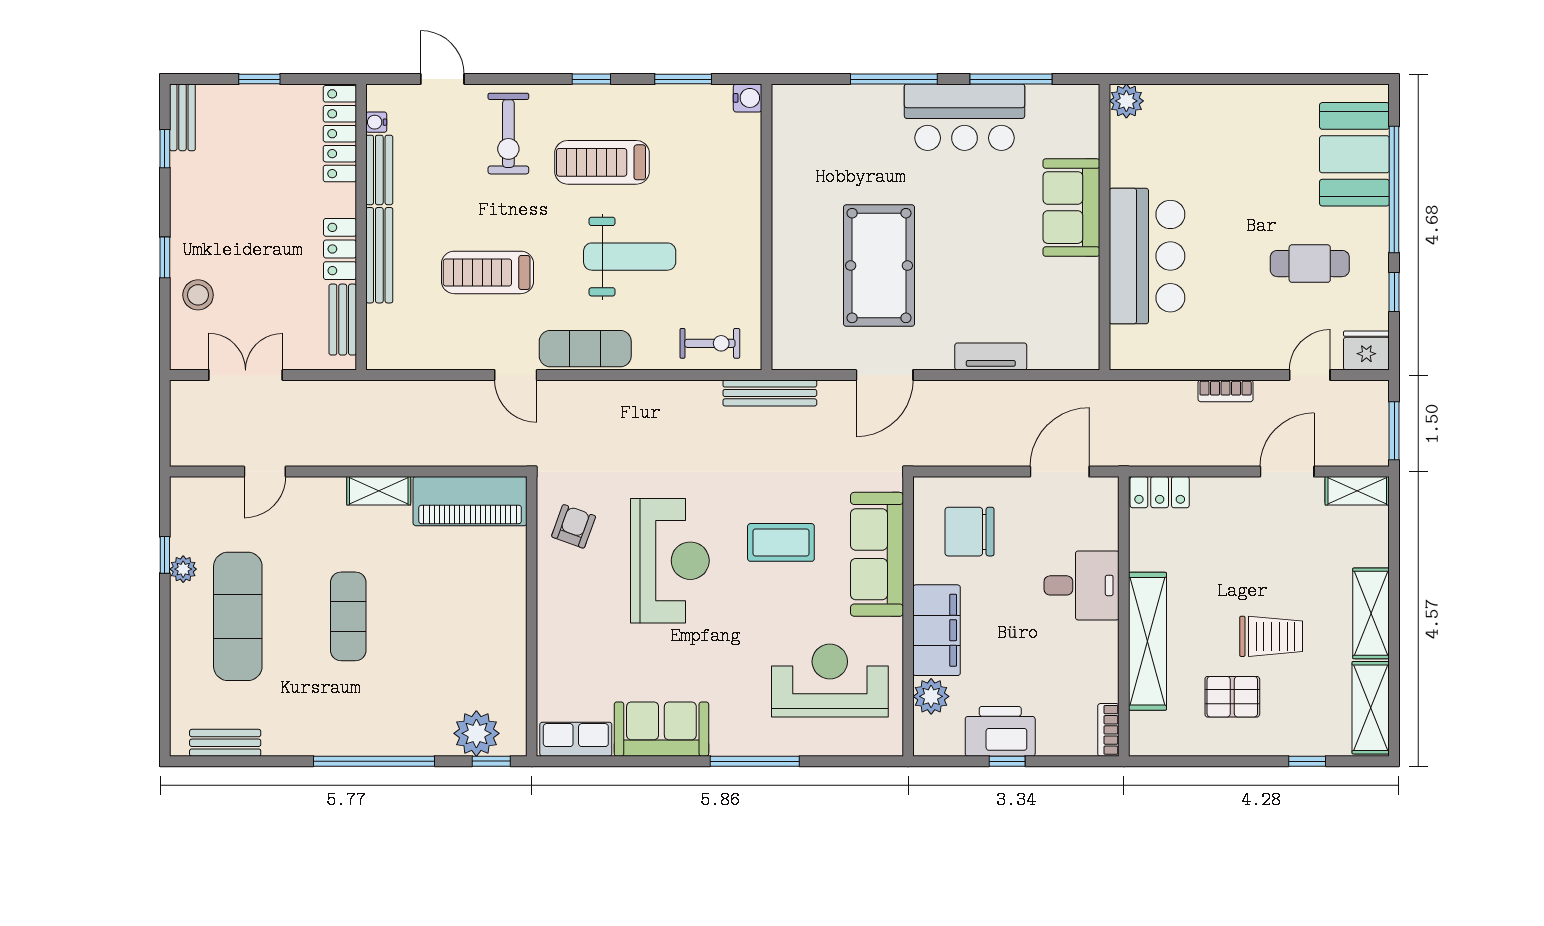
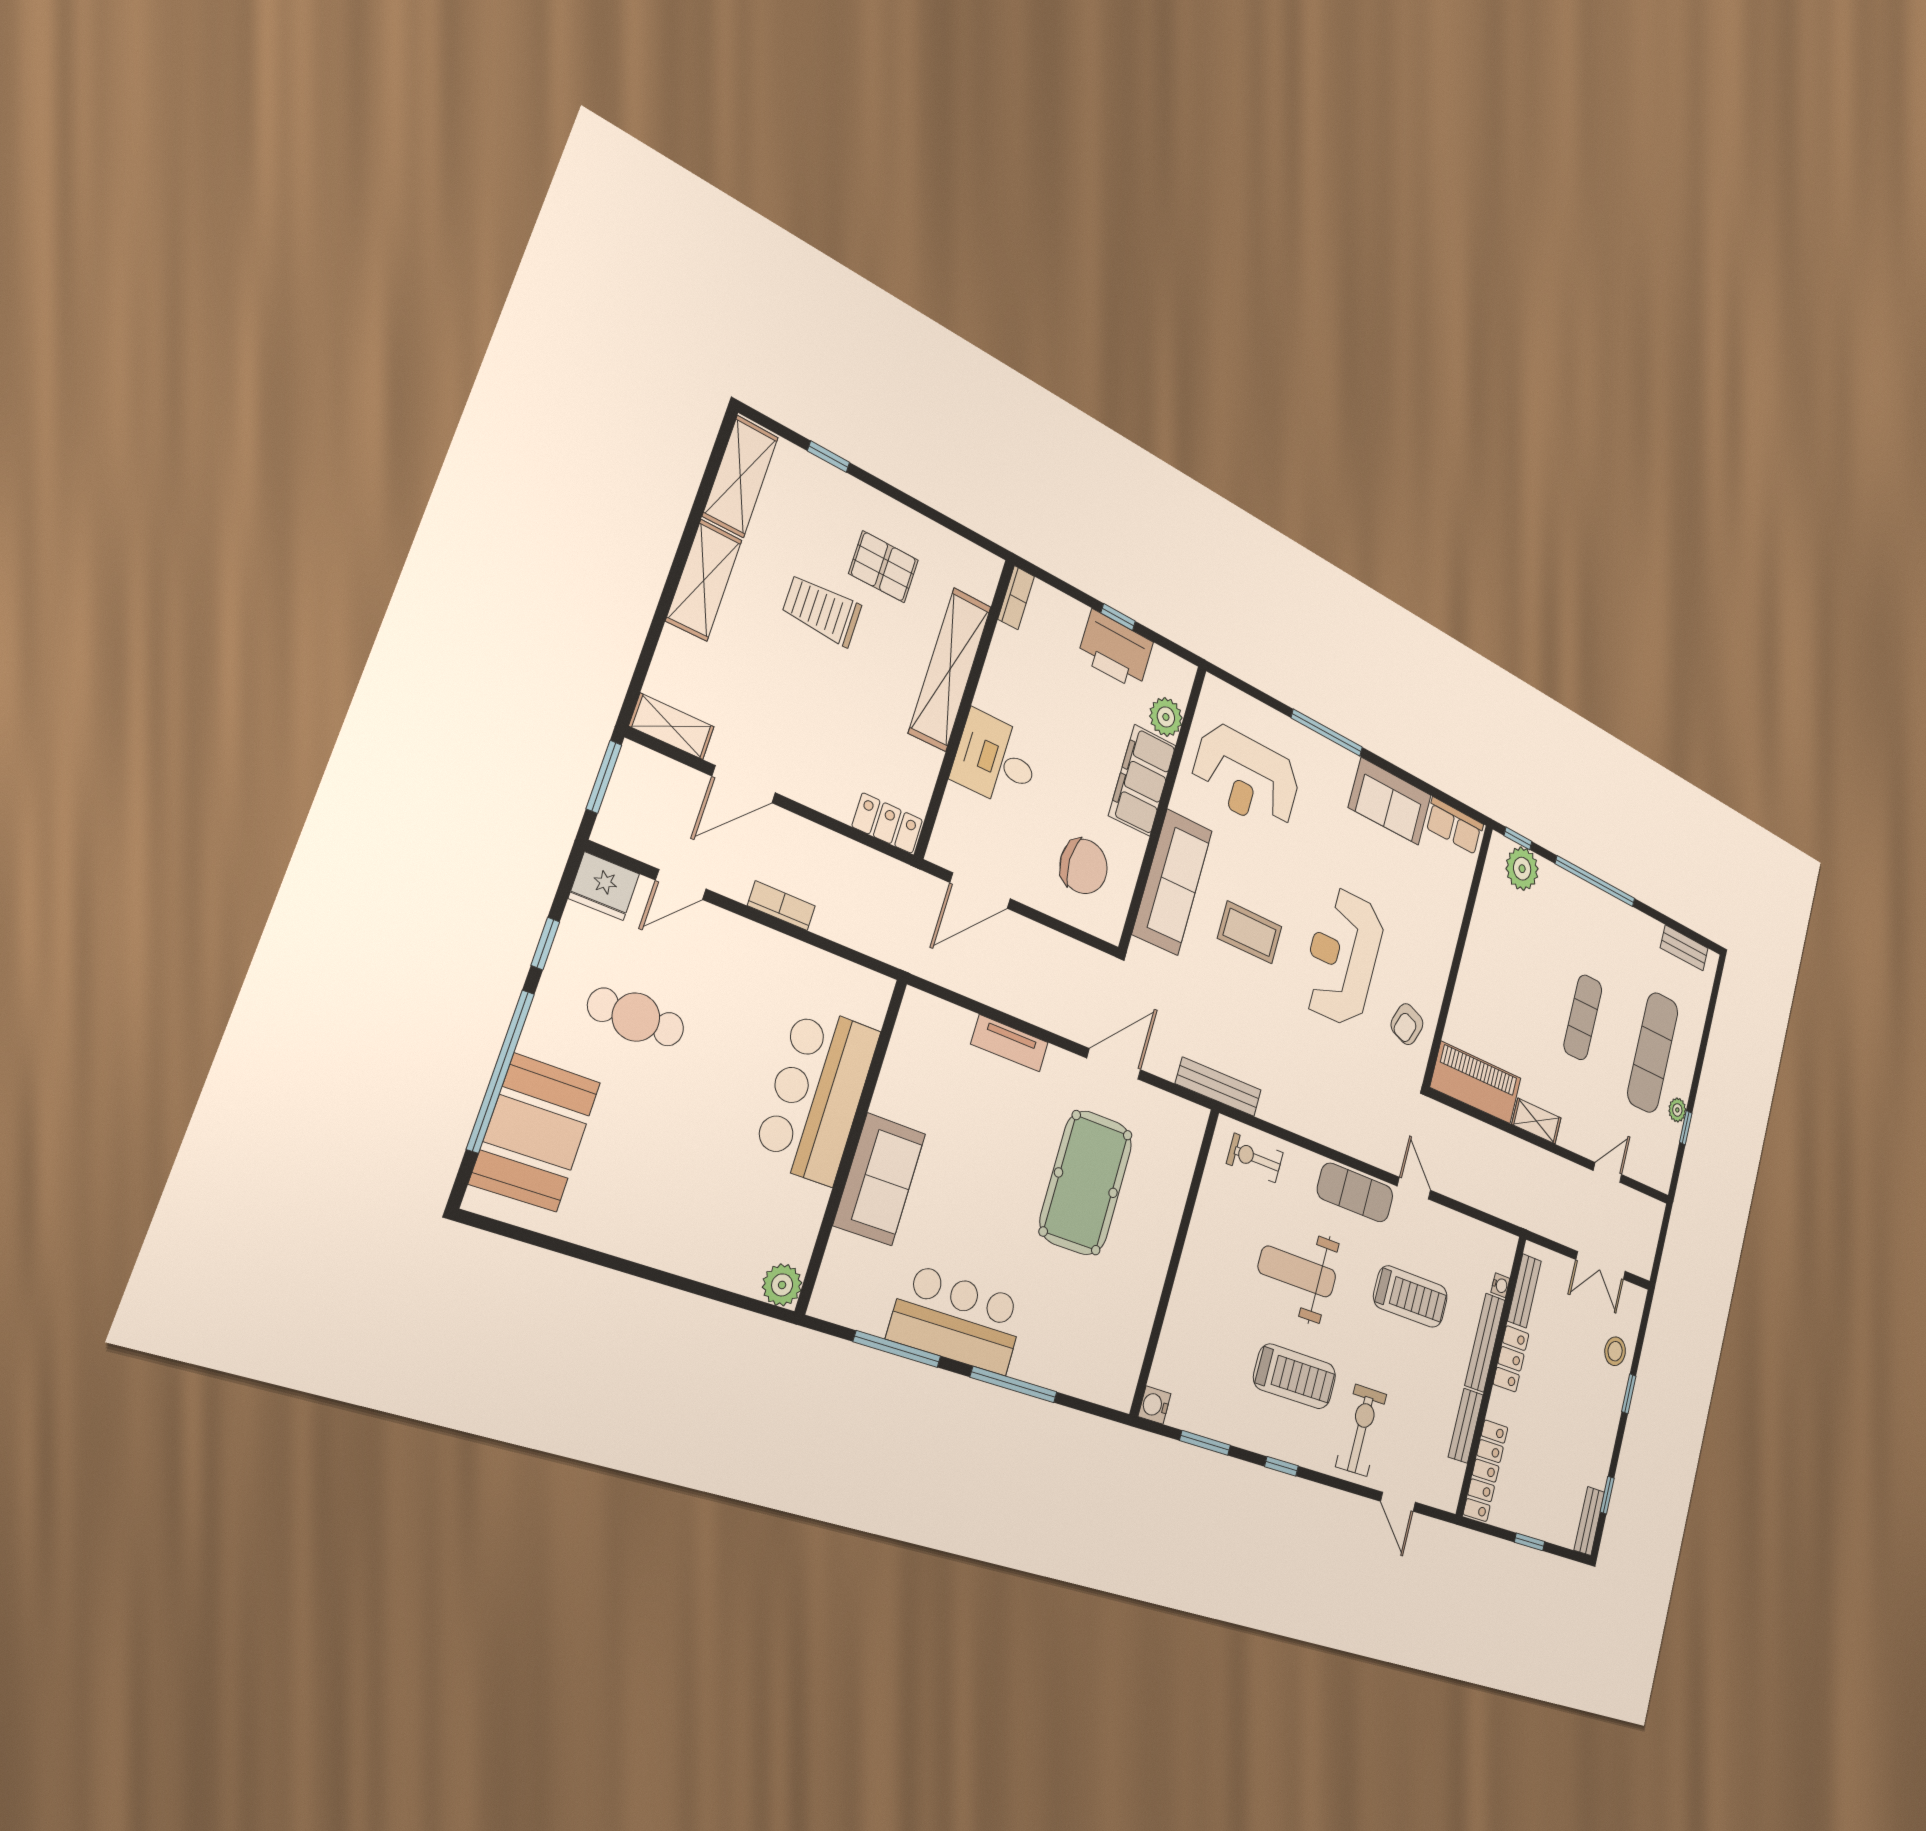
water cooler: (376, 122) -> (1500, 1285), moved

